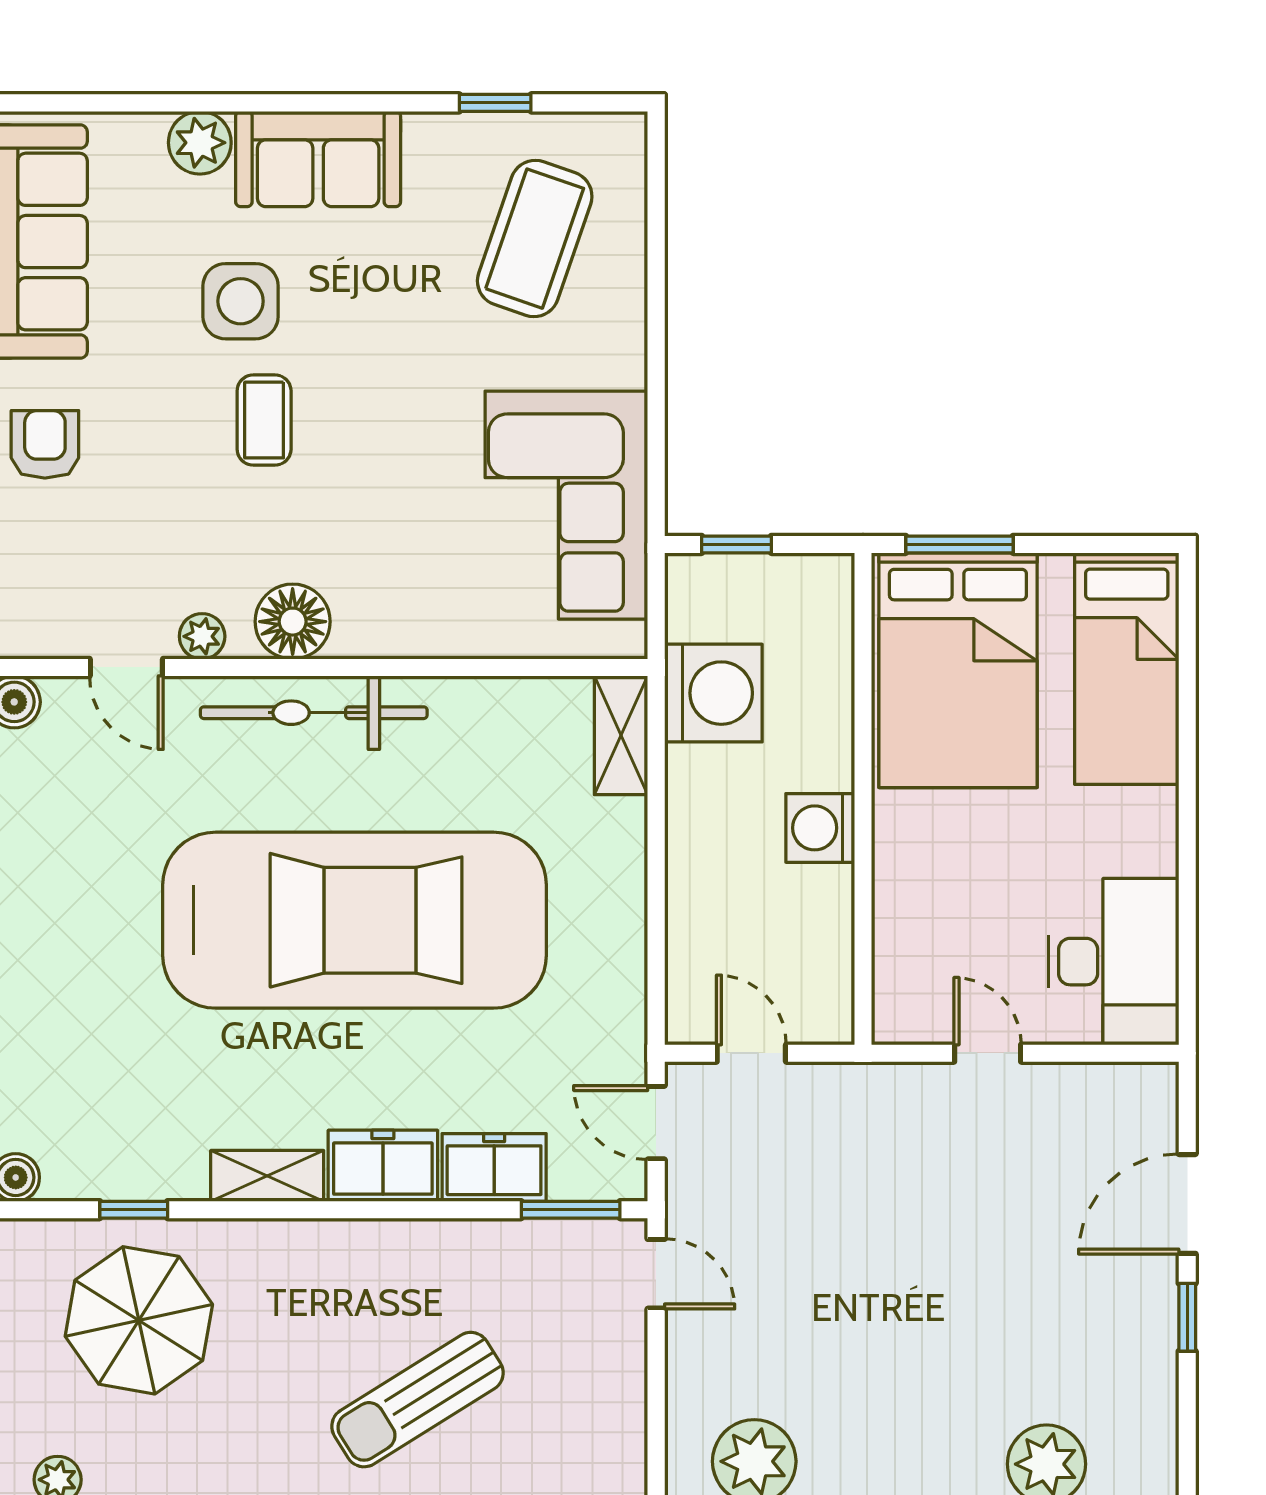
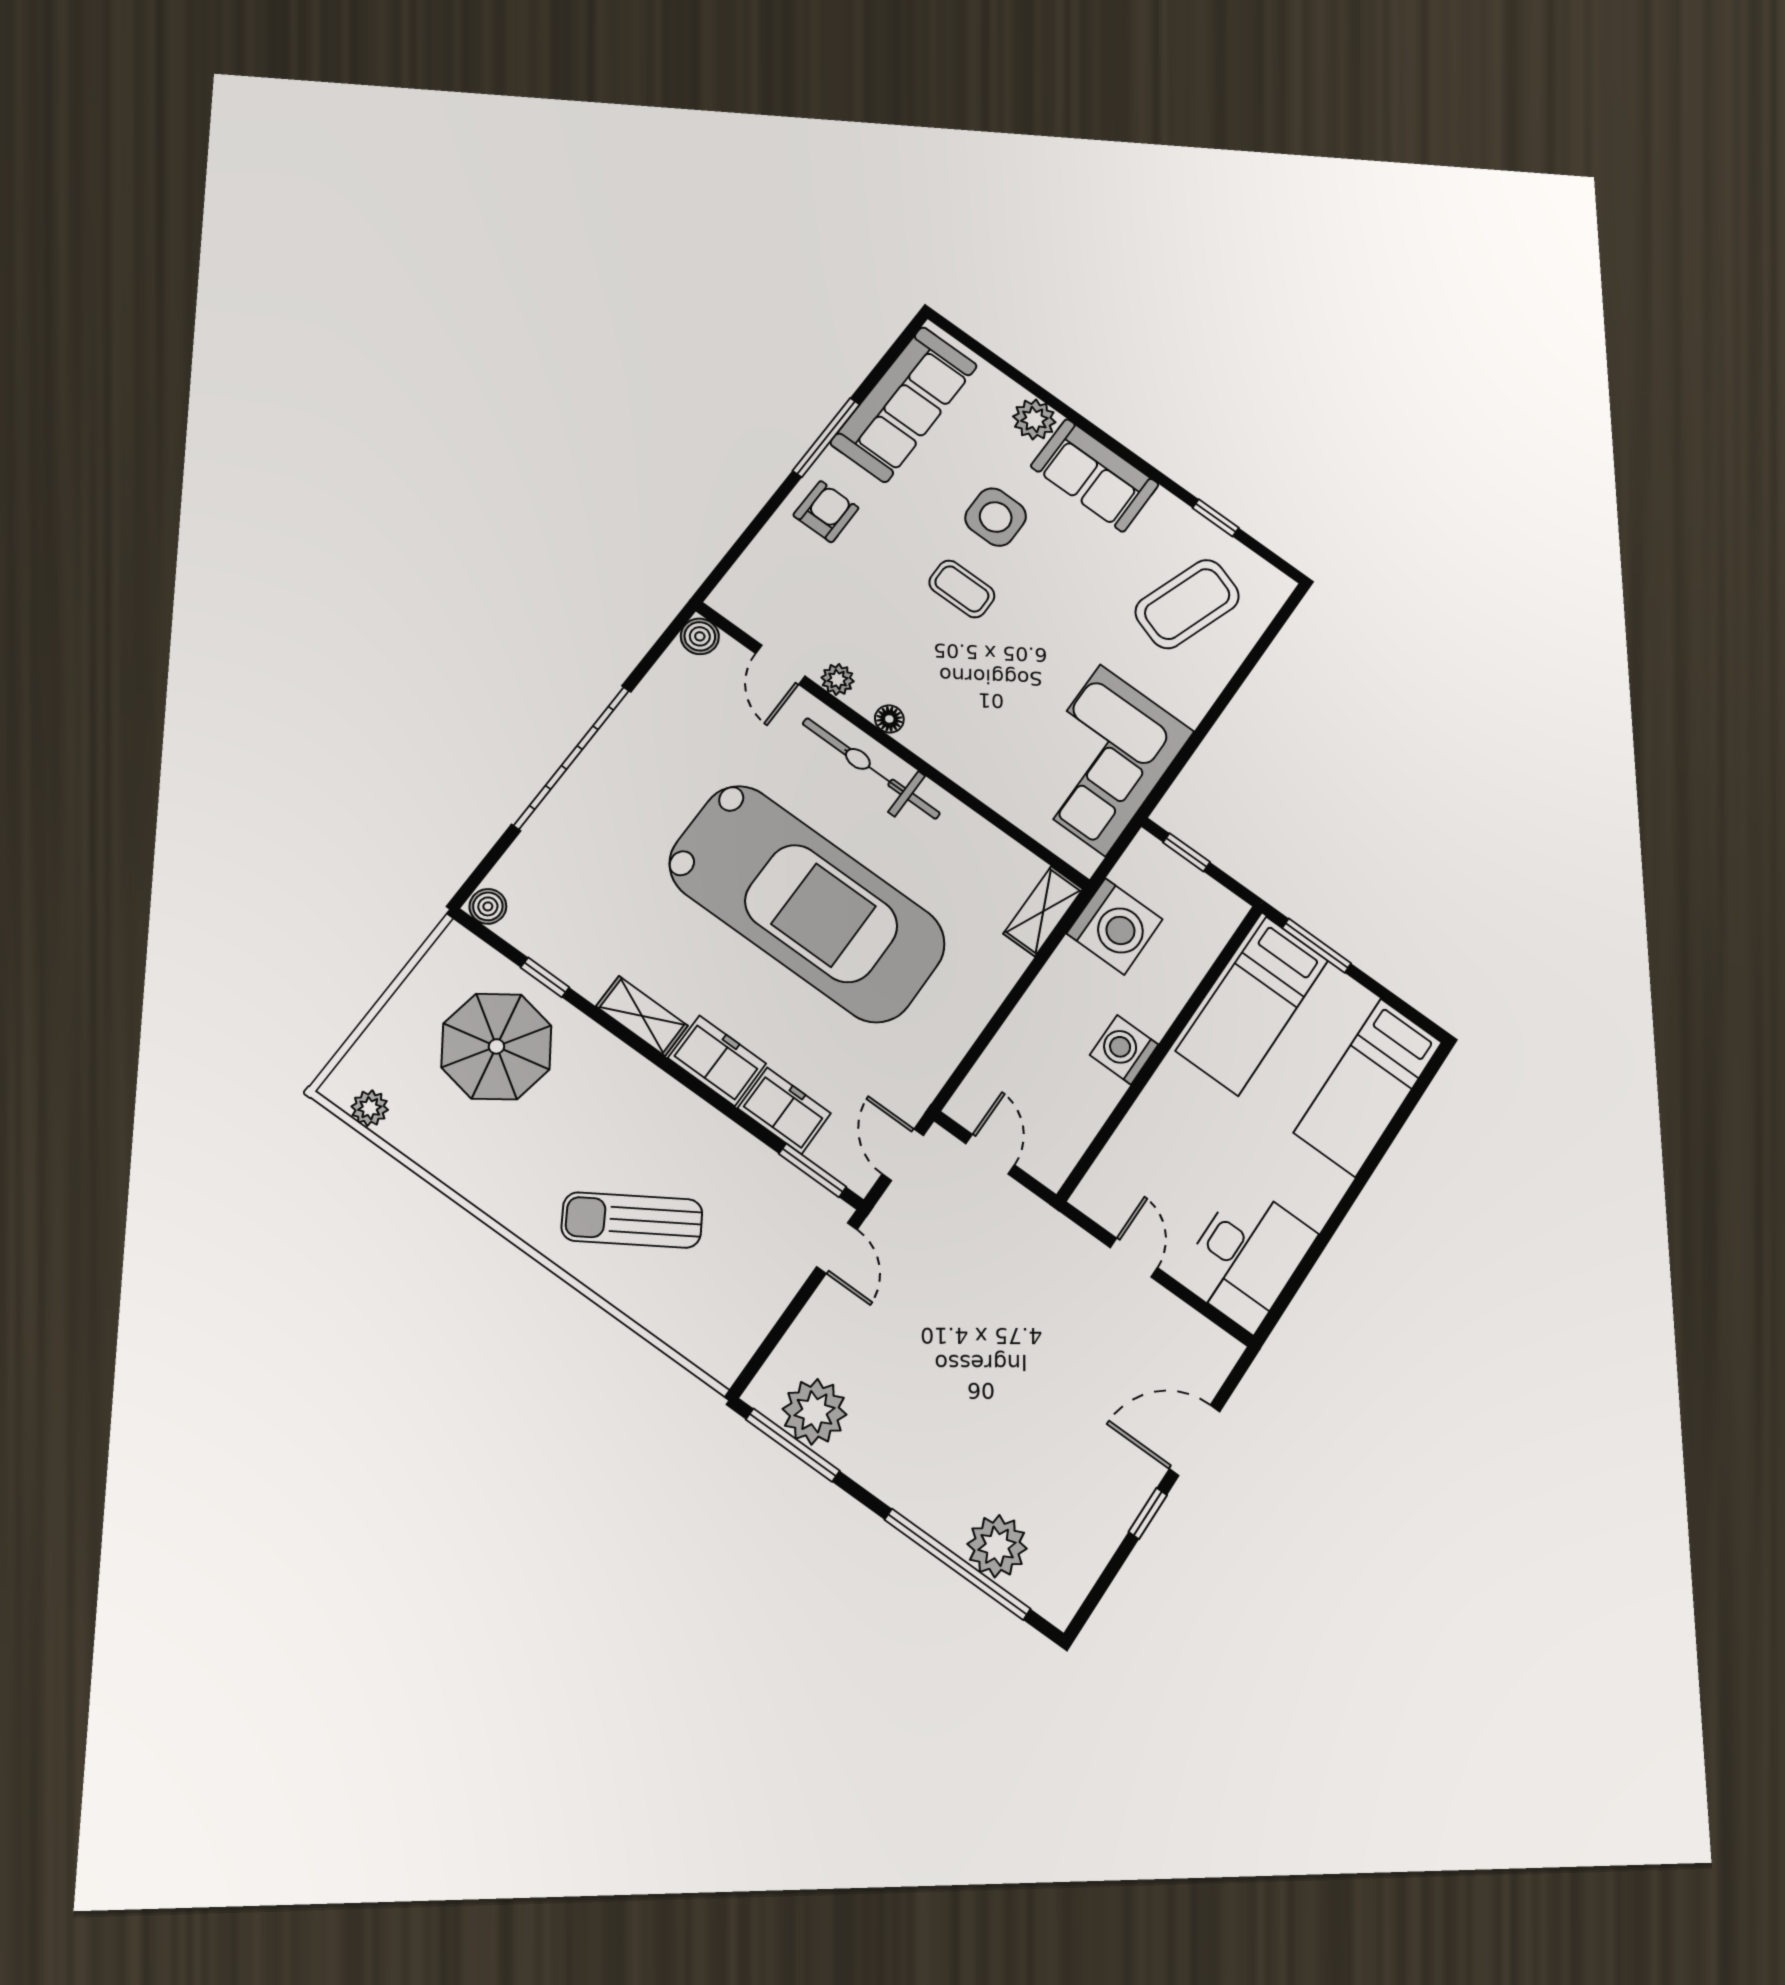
coffee table: (264, 420) -> (962, 589), turned 90
floor lamp: (293, 622) -> (889, 719), width x0.53, depth x0.53
bed: (958, 670) -> (1252, 1006), width x0.67

